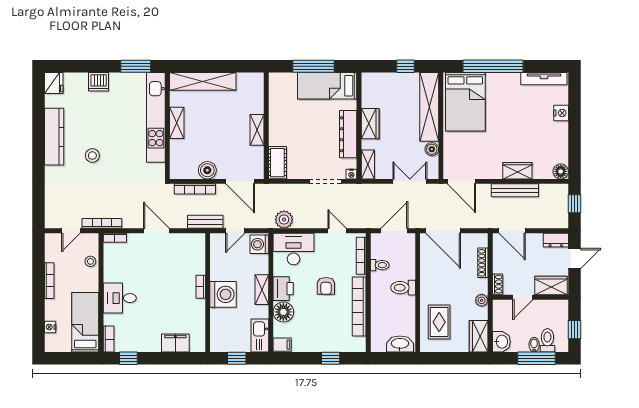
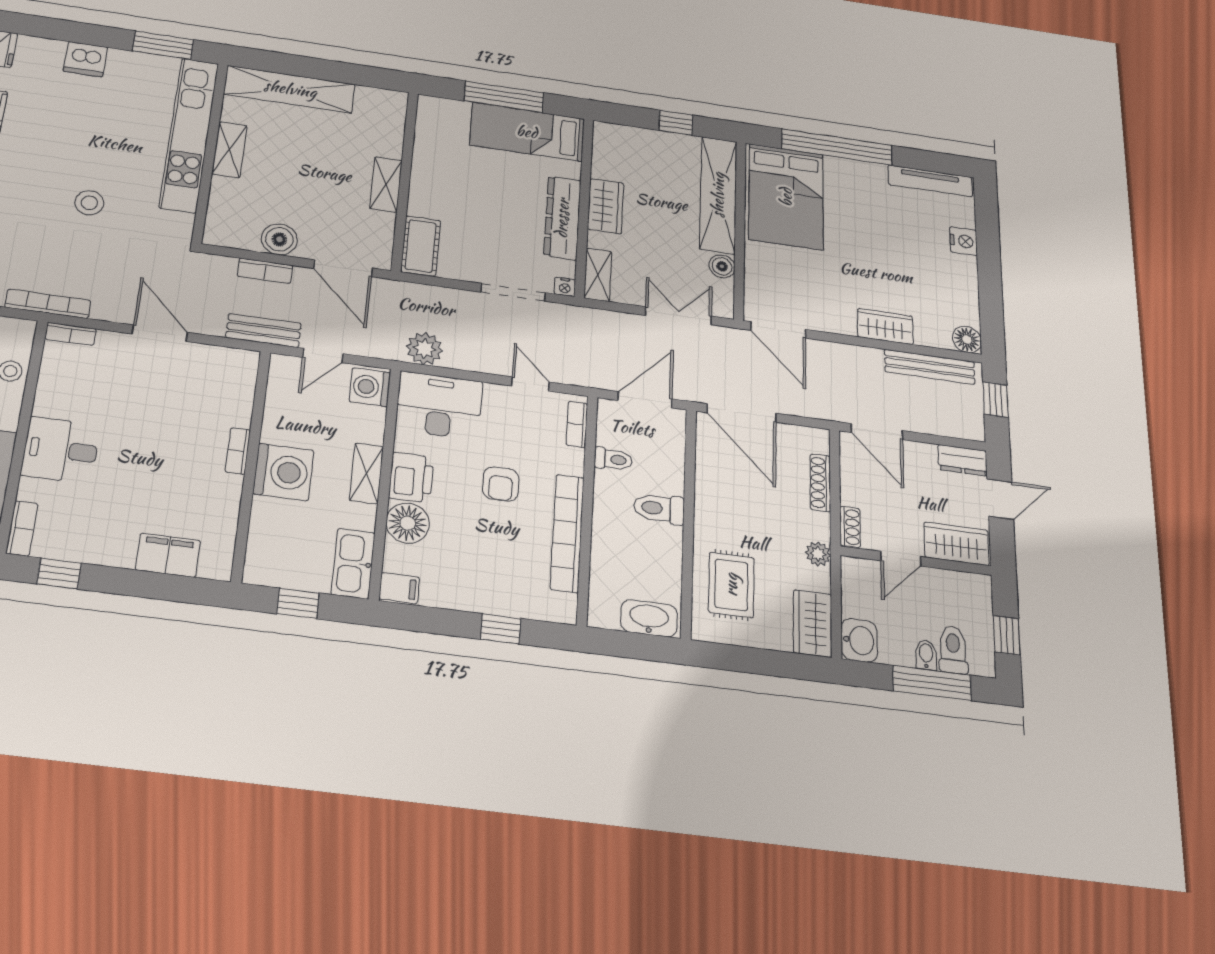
stool: (92, 156) -> (89, 203), moved
bookcase: (195, 189) -> (265, 271), width x0.64
bench: (515, 190) -> (930, 367), moved
bookcase: (361, 256) -> (577, 424), width x0.64

